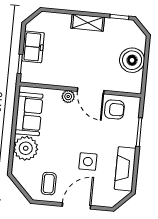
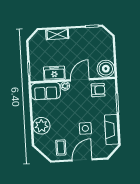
shelving: (88, 23) -> (57, 34), moved
freezer: (33, 47) -> (54, 73), moved, turned -90
boiler: (132, 60) -> (106, 69), moved
door: (91, 91) -> (80, 80), swing flipped
sofa: (29, 114) -> (46, 91), moved, turned 90

